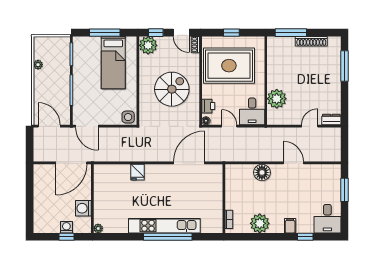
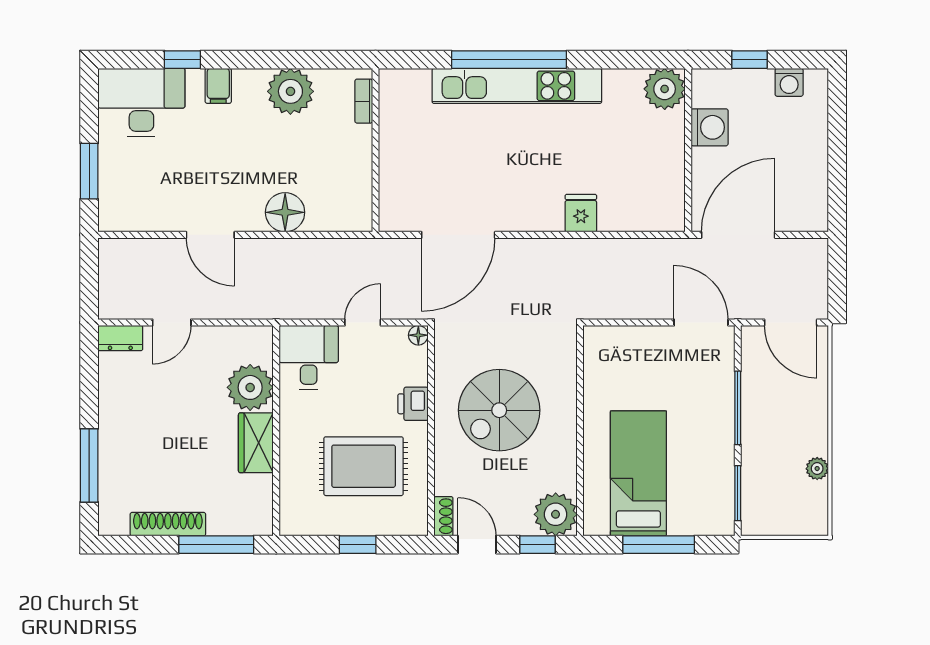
rug: (229, 66) -> (364, 466), width x0.73, depth x0.69
wardrobe: (274, 75) -> (256, 443), added
printer: (208, 106) -> (413, 404), moved
side table: (128, 117) -> (603, 344), removed
door: (229, 126) -> (363, 323), swing flipped
desk: (327, 219) -> (141, 103), width x1.37
washing machine: (66, 227) -> (789, 82), moved
plant: (98, 228) -> (665, 89), width x1.87, depth x1.87

